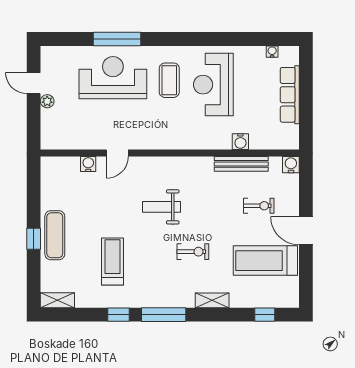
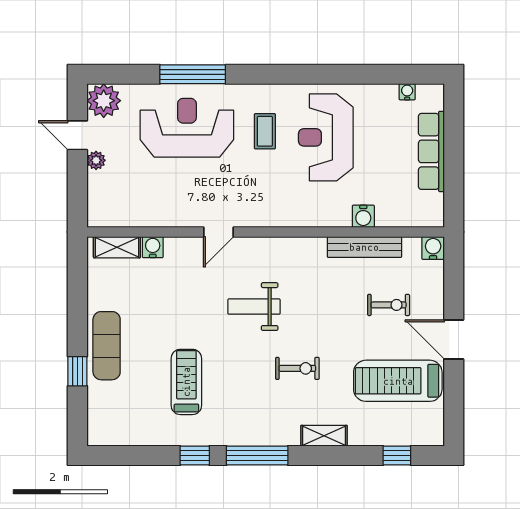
plant: (53, 58) -> (104, 101), added
coffee table: (169, 80) -> (265, 131), width x0.73, depth x0.77
door: (117, 153) -> (219, 232), moved
window: (34, 239) -> (77, 371), moved
shelving: (57, 300) -> (117, 247), moved

